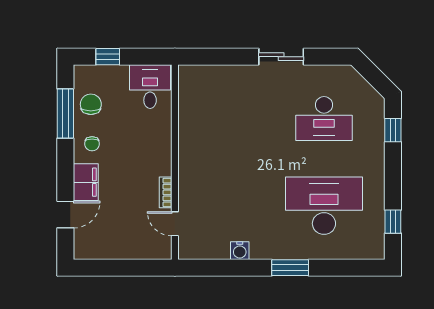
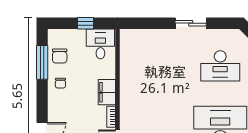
window: (108, 57) -> (85, 23), moved
chair: (91, 104) -> (60, 56), turned 180
filing cabinet: (86, 182) -> (107, 92), moved, turned 180

